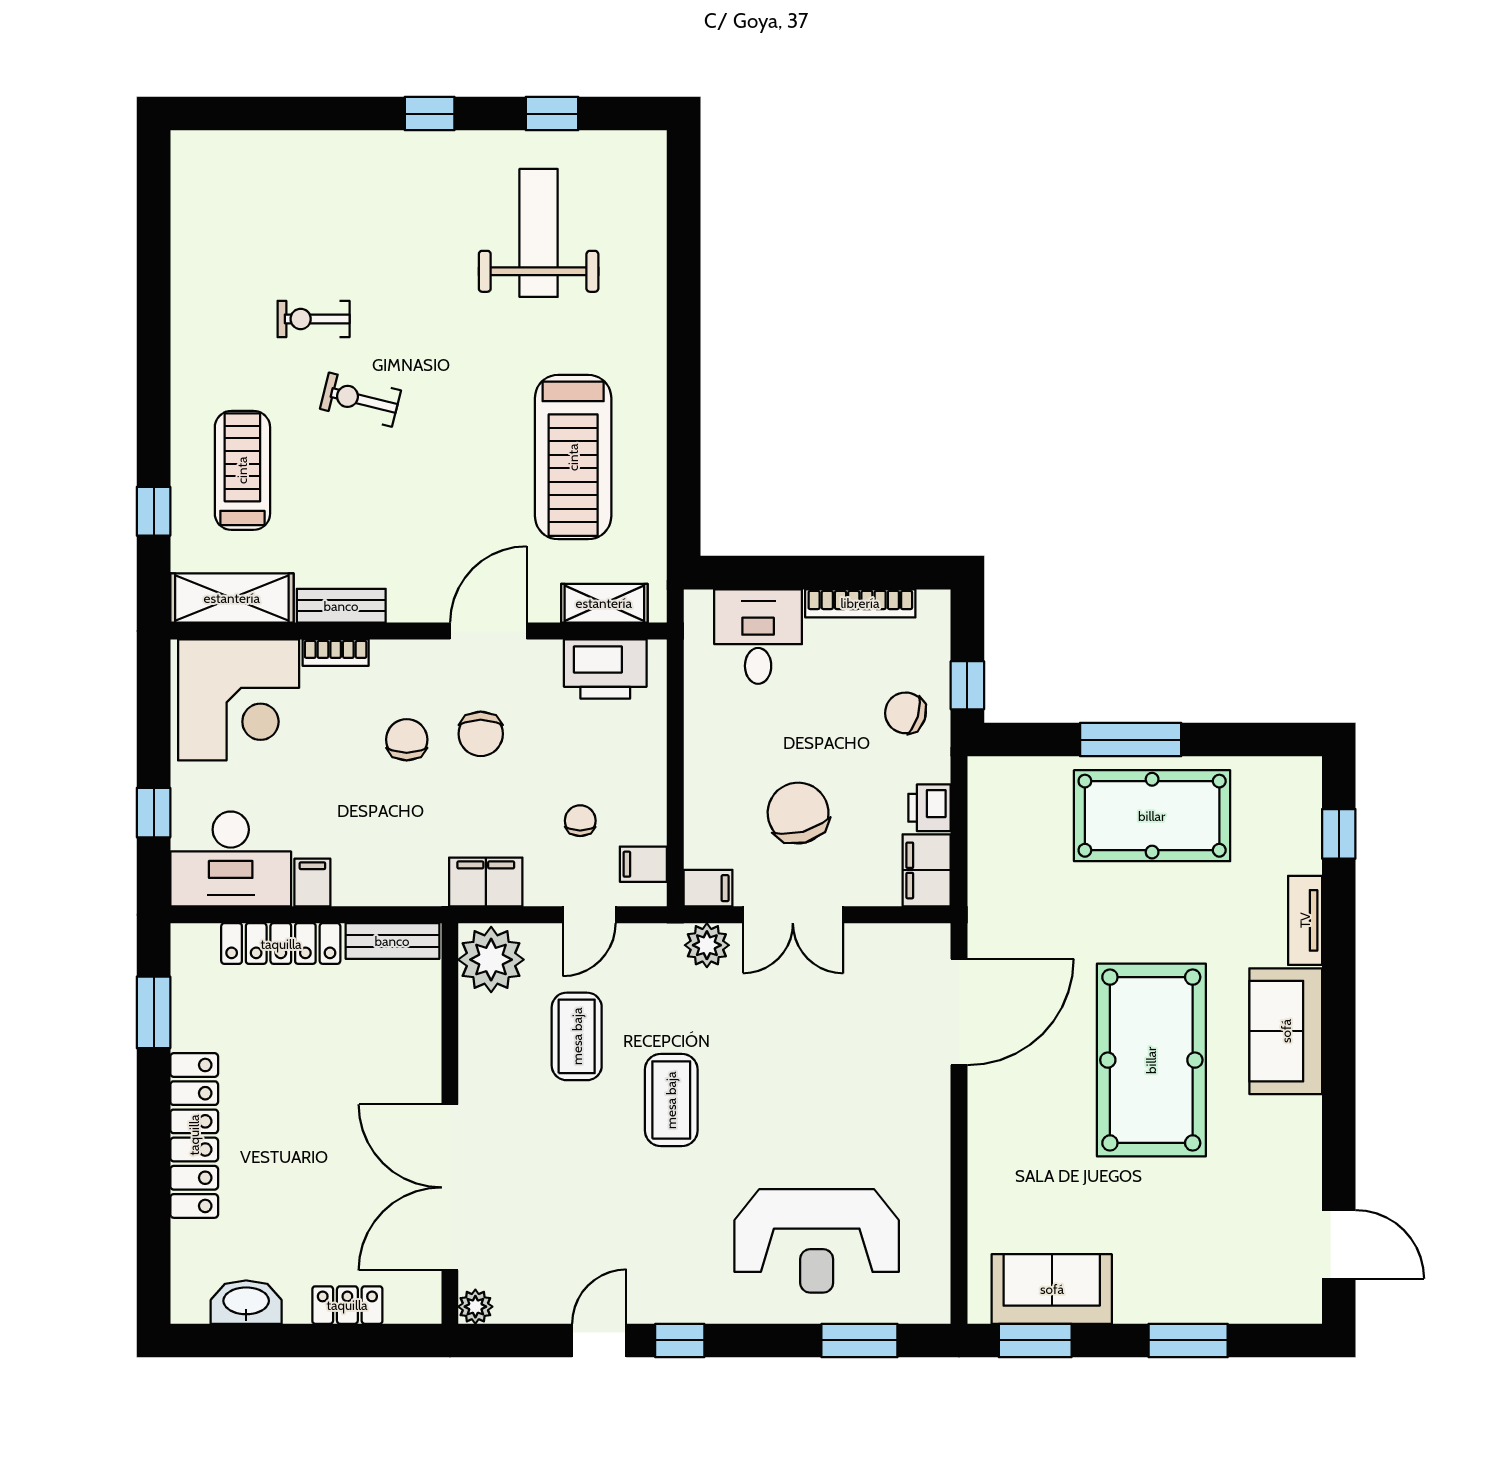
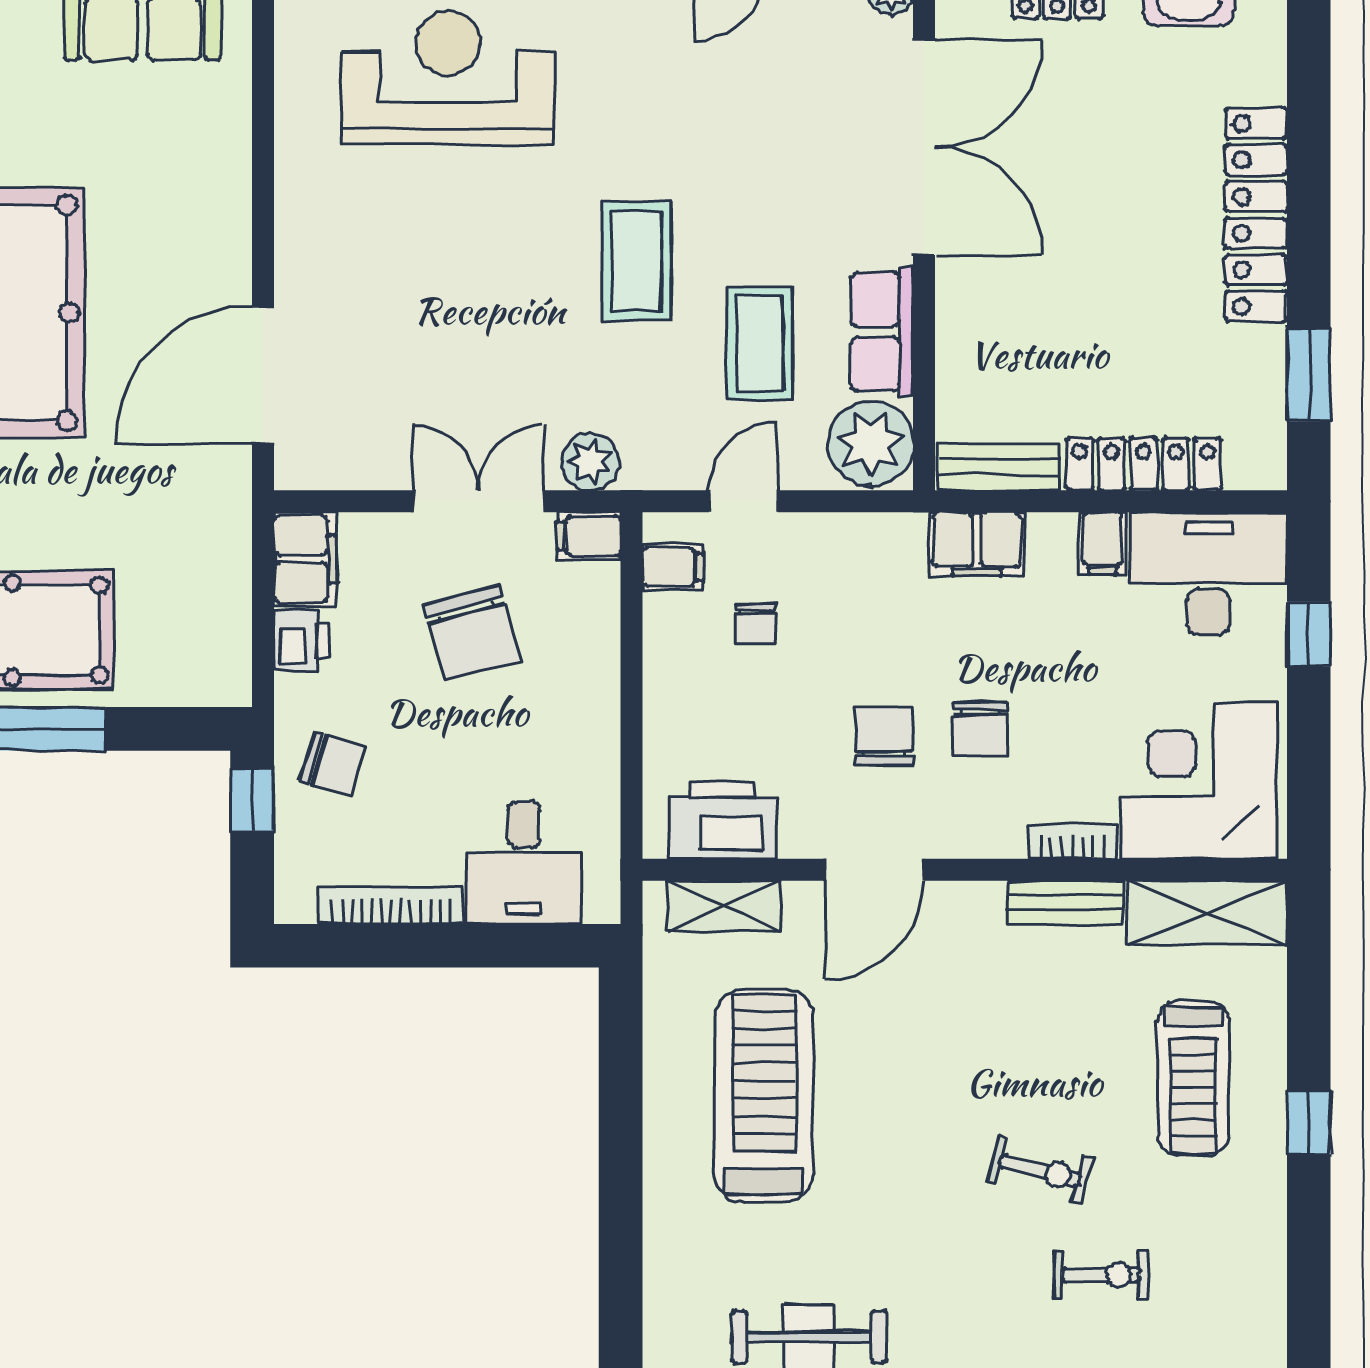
window: (154, 511) -> (1309, 1123), moved
filing cabinet: (486, 882) -> (976, 544), moved
row of seats: (482, 1045) -> (882, 332), added

